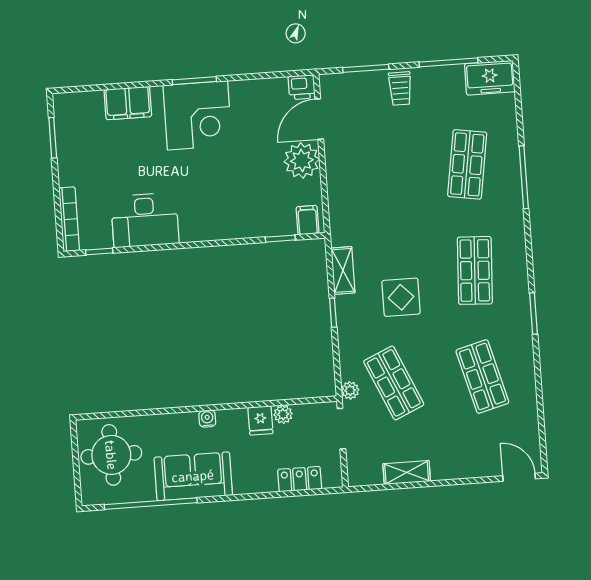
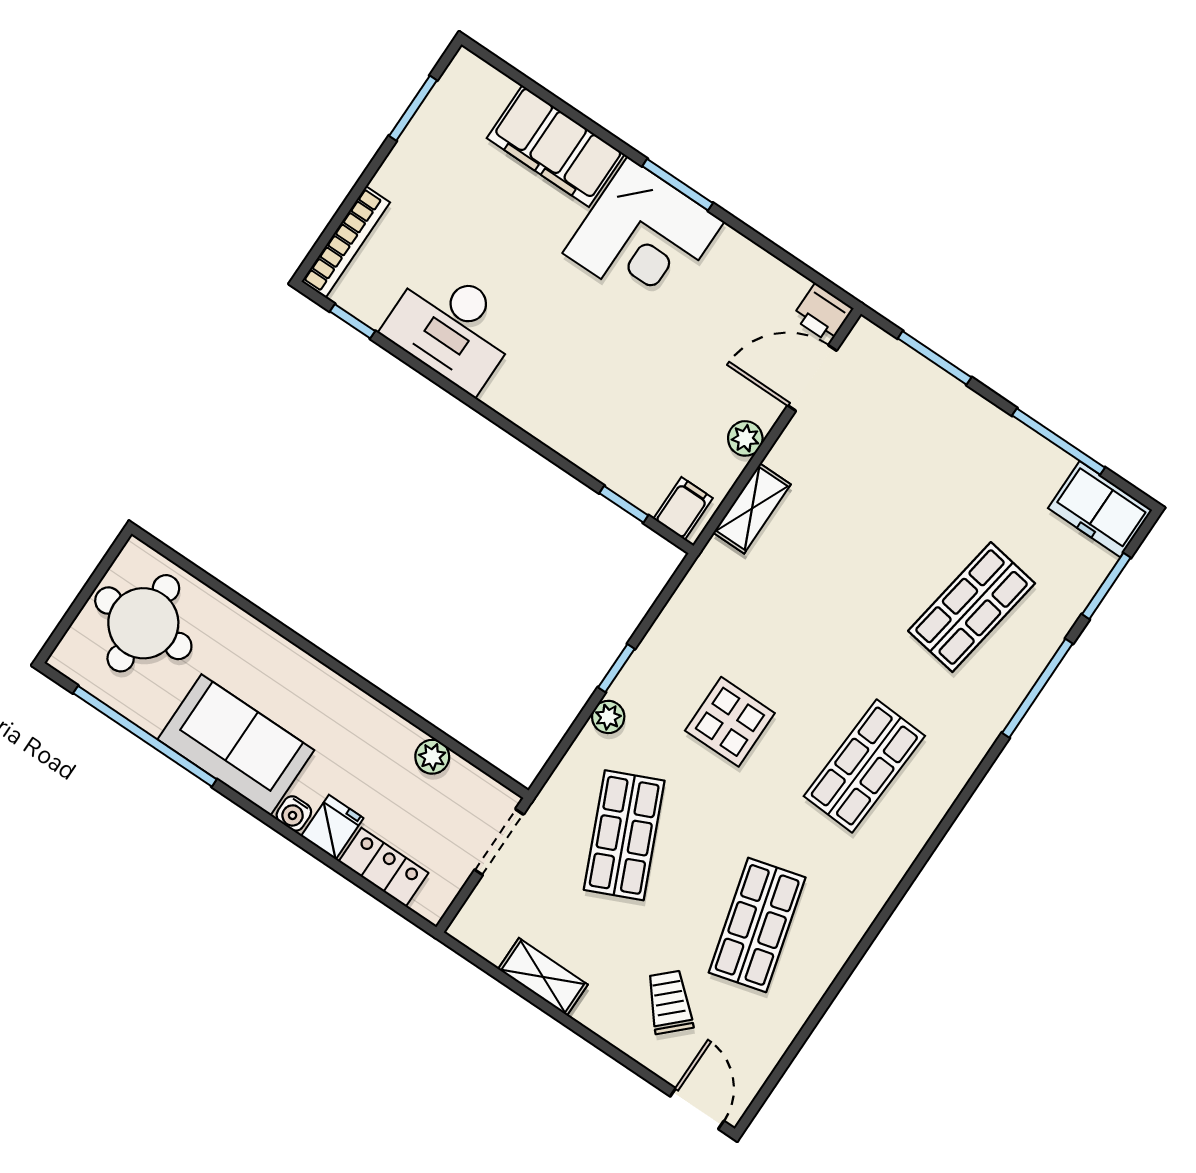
trolley: (400, 89) -> (670, 1002), moved, turned 136
filing cabinet: (128, 103) -> (556, 146), width x1.50, depth x1.17
plant: (302, 161) -> (745, 438), width x0.53, depth x0.53
shelving: (343, 270) -> (752, 509), moved
window: (533, 313) -> (1106, 586), moved
plant: (350, 390) -> (608, 717), moved
water cooler: (207, 419) -> (294, 813), moved, turned 180
fridge: (260, 420) -> (332, 827), moved, turned 180

